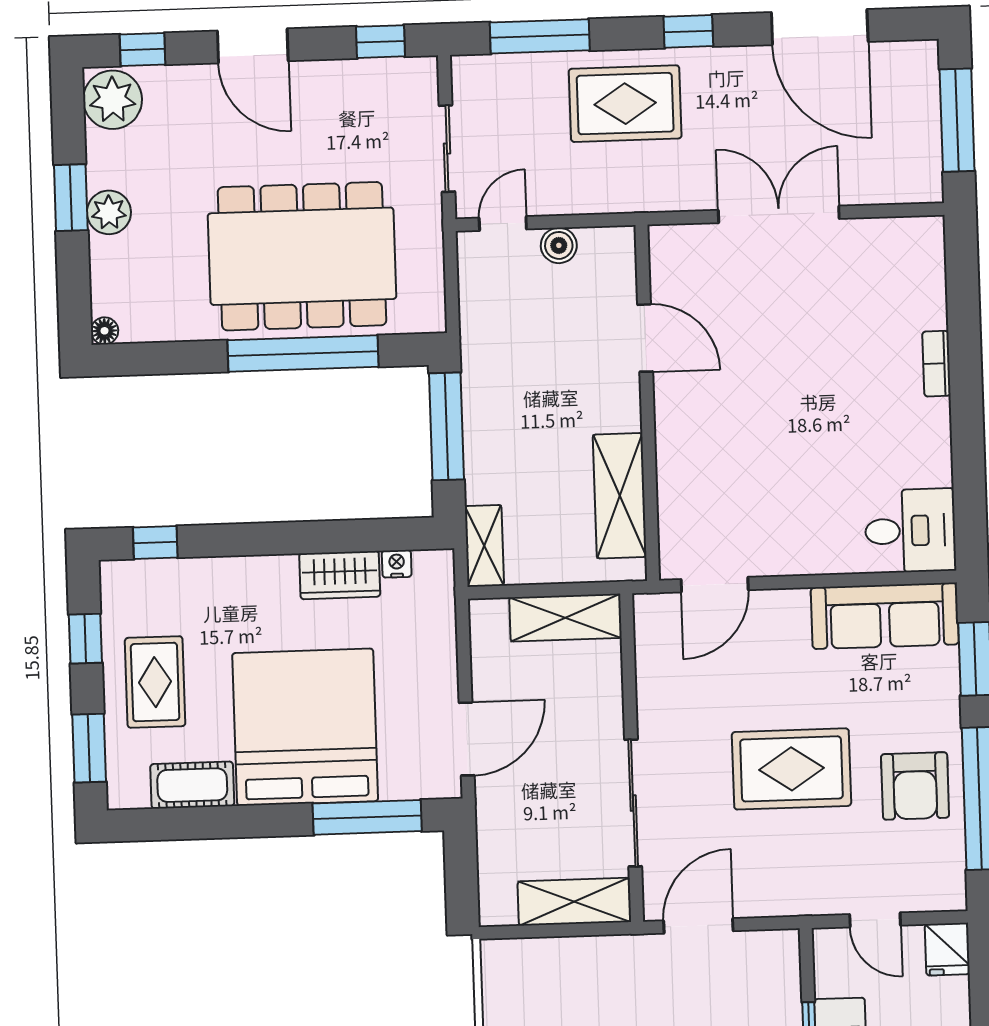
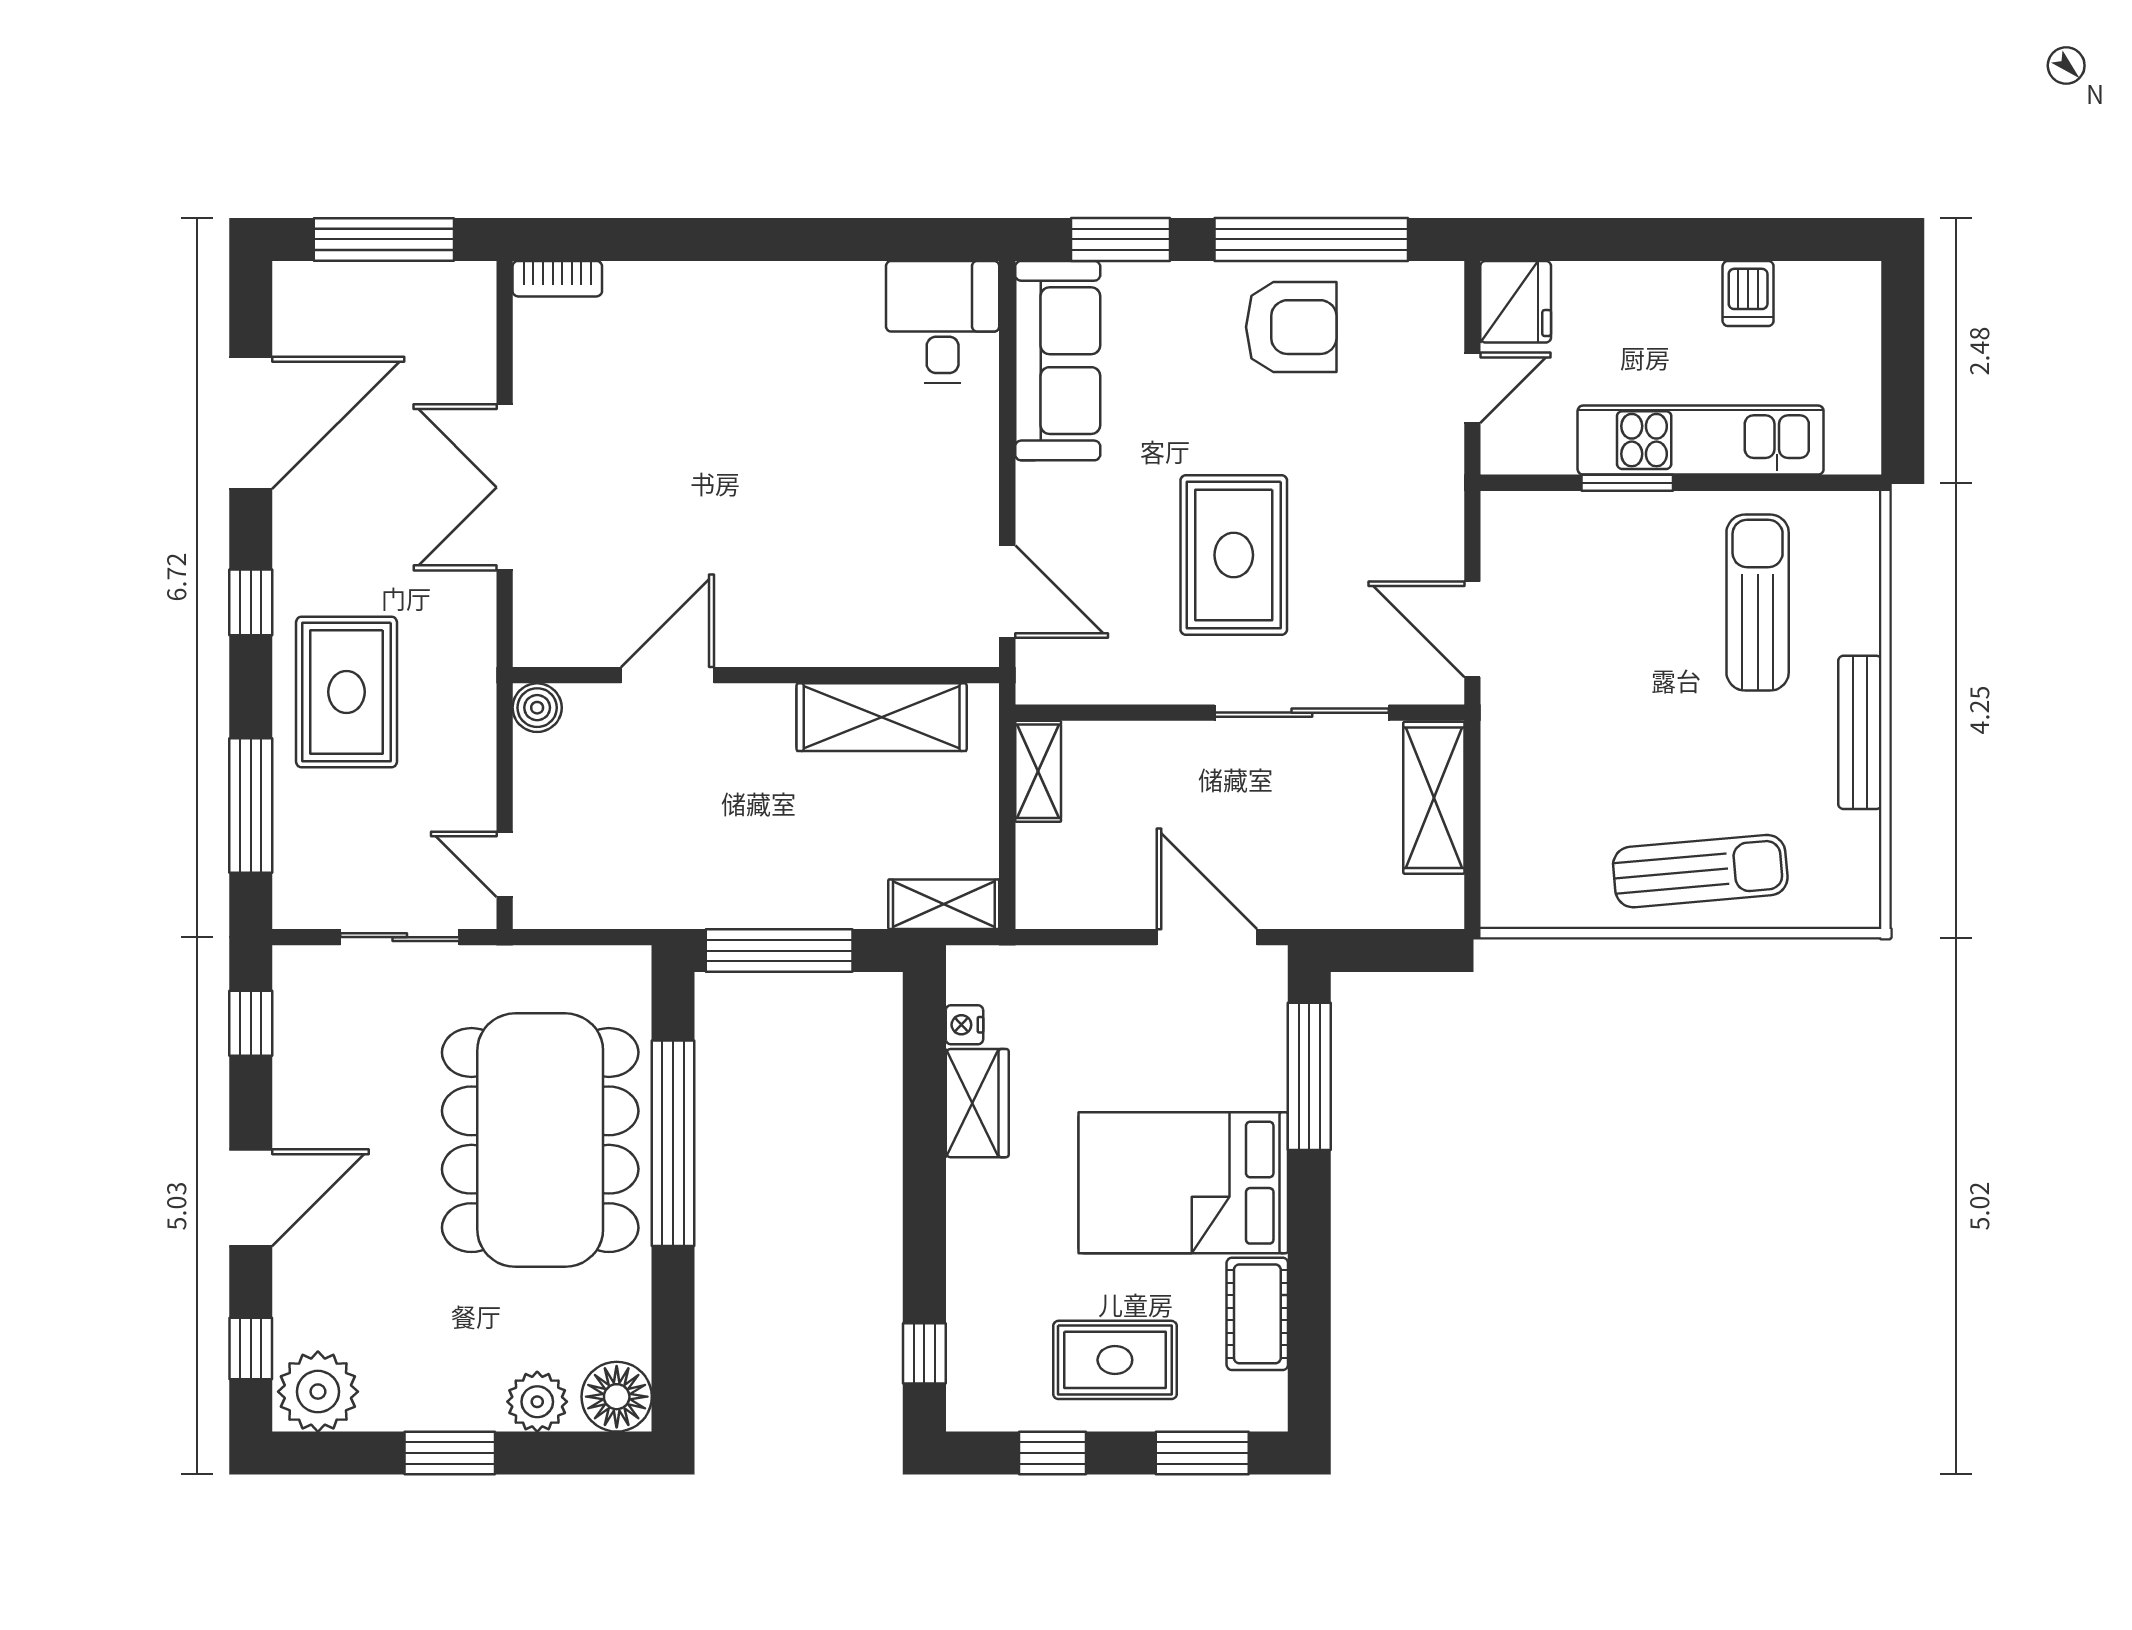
plant: (109, 212) -> (537, 1402), moved
boiler: (559, 245) -> (537, 708), moved
floor lamp: (104, 331) -> (617, 1397), width x1.89, depth x1.89
bookcase: (936, 364) -> (557, 279), moved
shelving: (566, 618) -> (1038, 771), width x0.67, depth x0.75
bed: (305, 727) -> (1183, 1183), width x0.73
rug: (791, 769) -> (1234, 555), moved
fridge: (947, 949) -> (1516, 302), width x1.38

